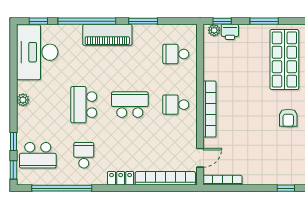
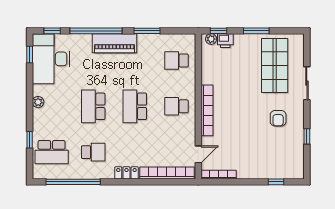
school desk: (130, 105) -> (135, 106), turned -90
school desk: (84, 155) -> (93, 152), turned 90
window: (13, 170) -> (30, 54), moved

